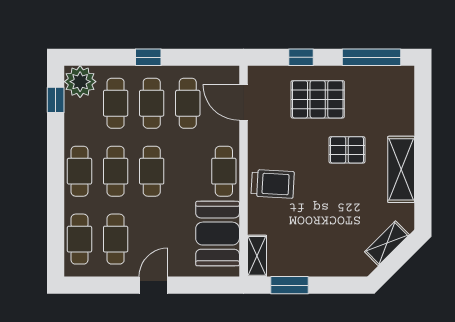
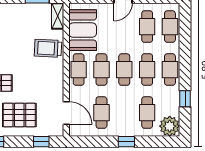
window: (301, 57) -> (41, 142), moved
window: (56, 100) -> (185, 99), moved
cafe table: (152, 103) -> (101, 70), moved
trolley: (273, 184) -> (48, 48), moved

